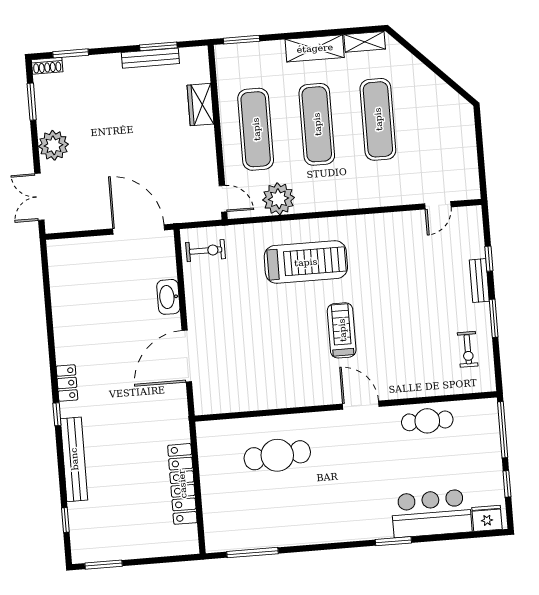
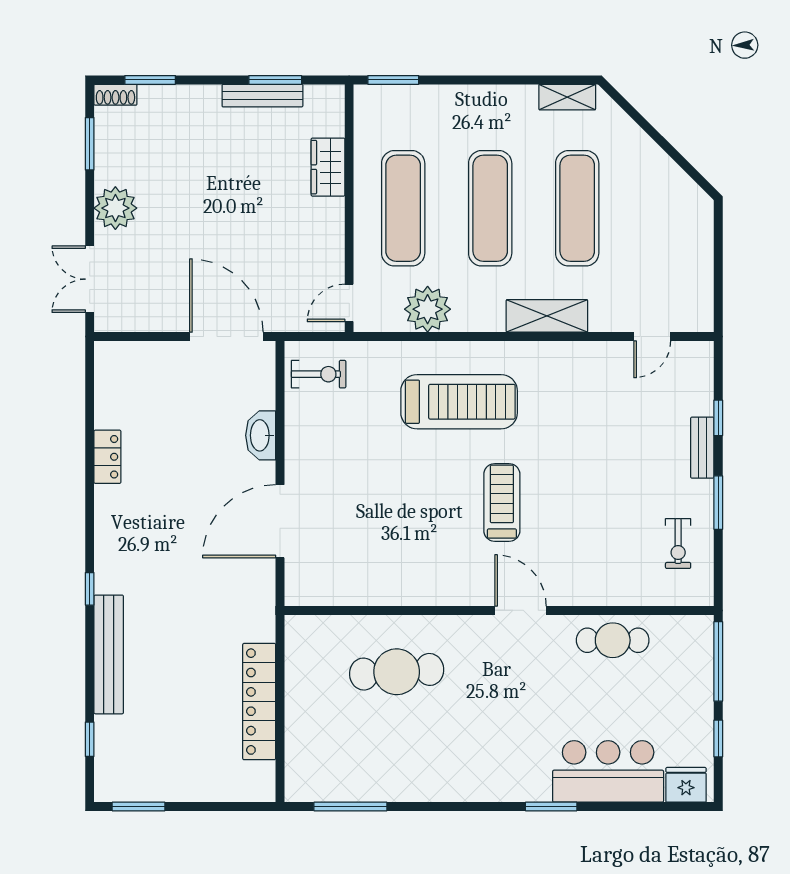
shelving: (315, 48) -> (547, 316), moved
door: (223, 199) -> (349, 303), swing flipped
locker: (67, 383) -> (107, 457), moved

